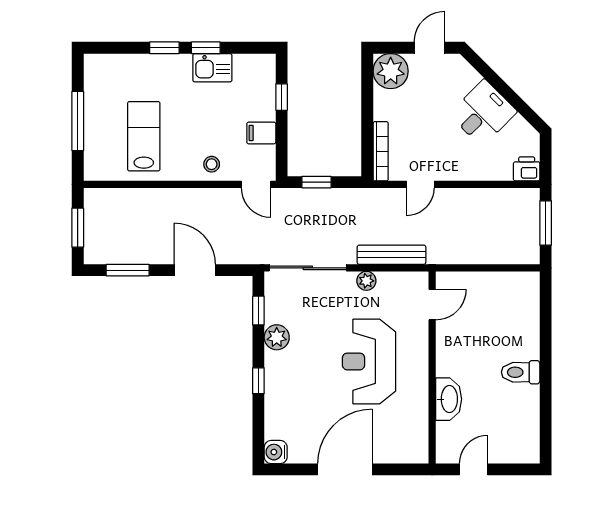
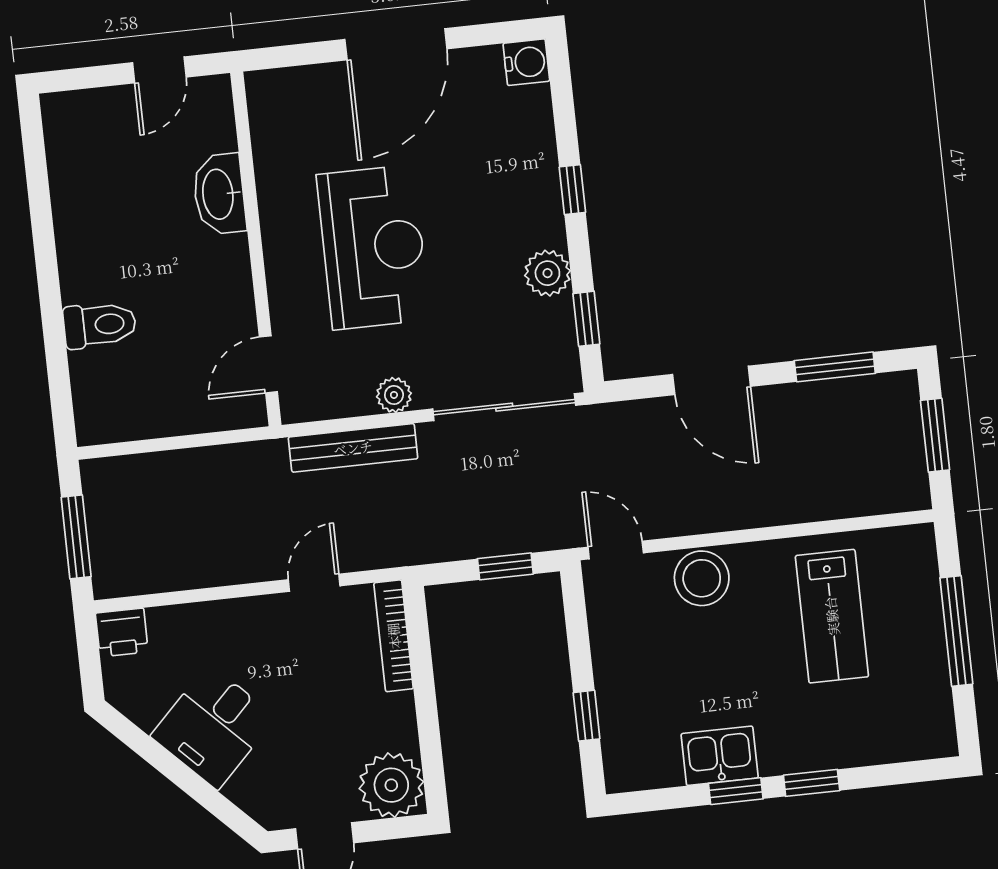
filing cabinet: (261, 133) -> (617, 646), removed
stool: (212, 164) -> (702, 578), width x1.89, depth x1.89
toilet: (521, 372) -> (100, 325), moved

